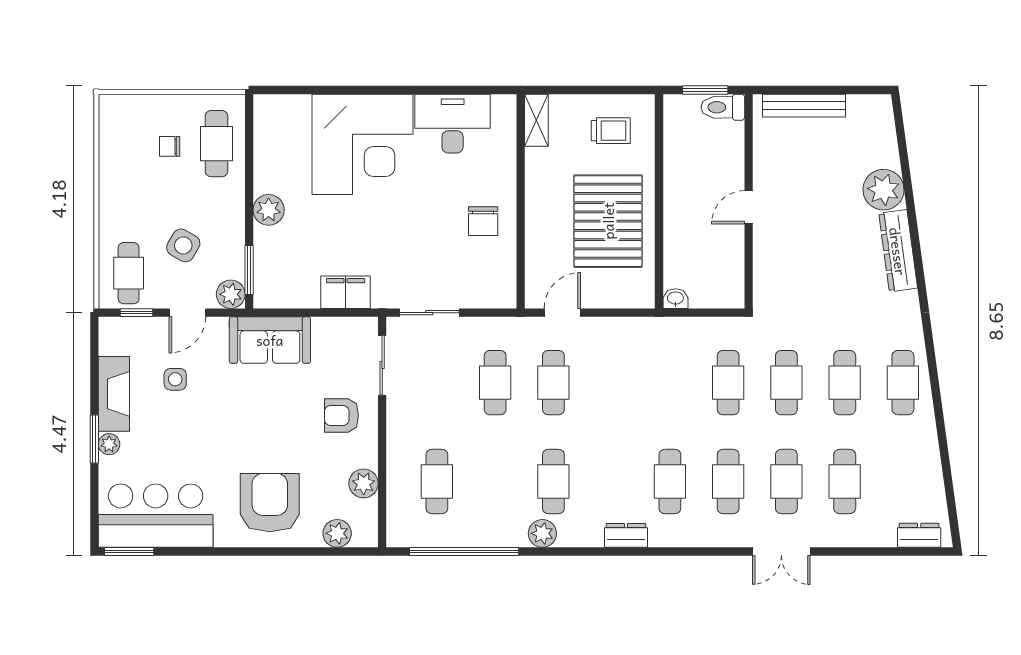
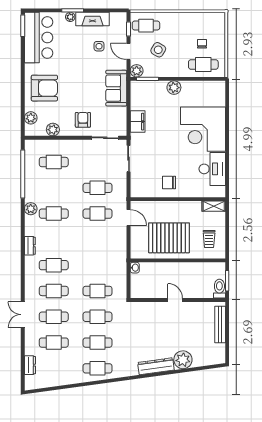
dresser: (919, 535) -> (30, 365), moved

